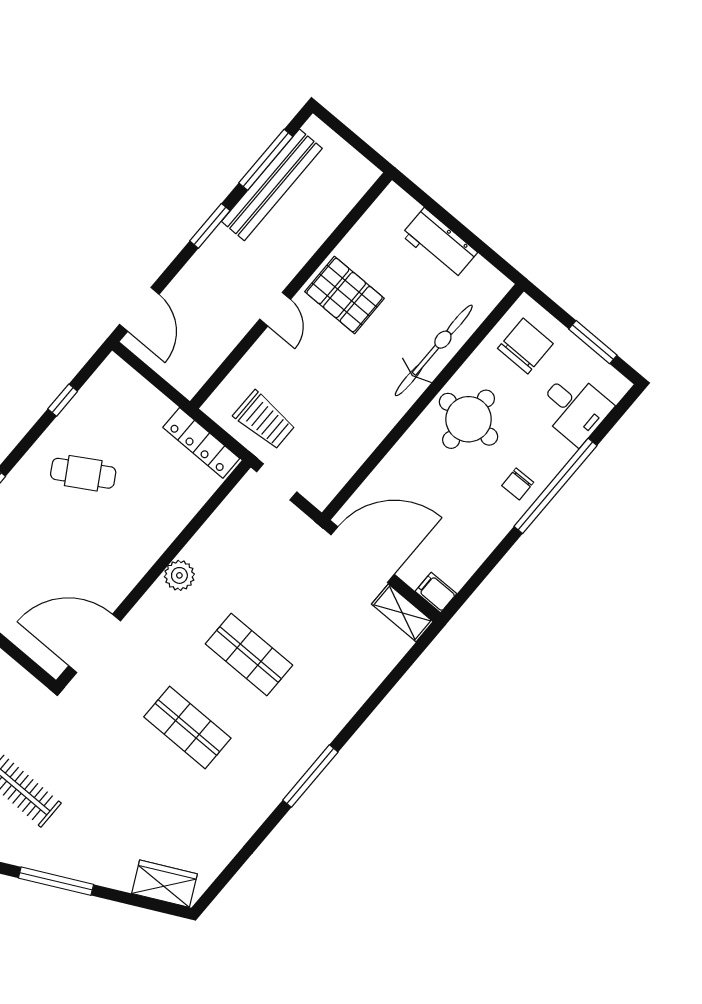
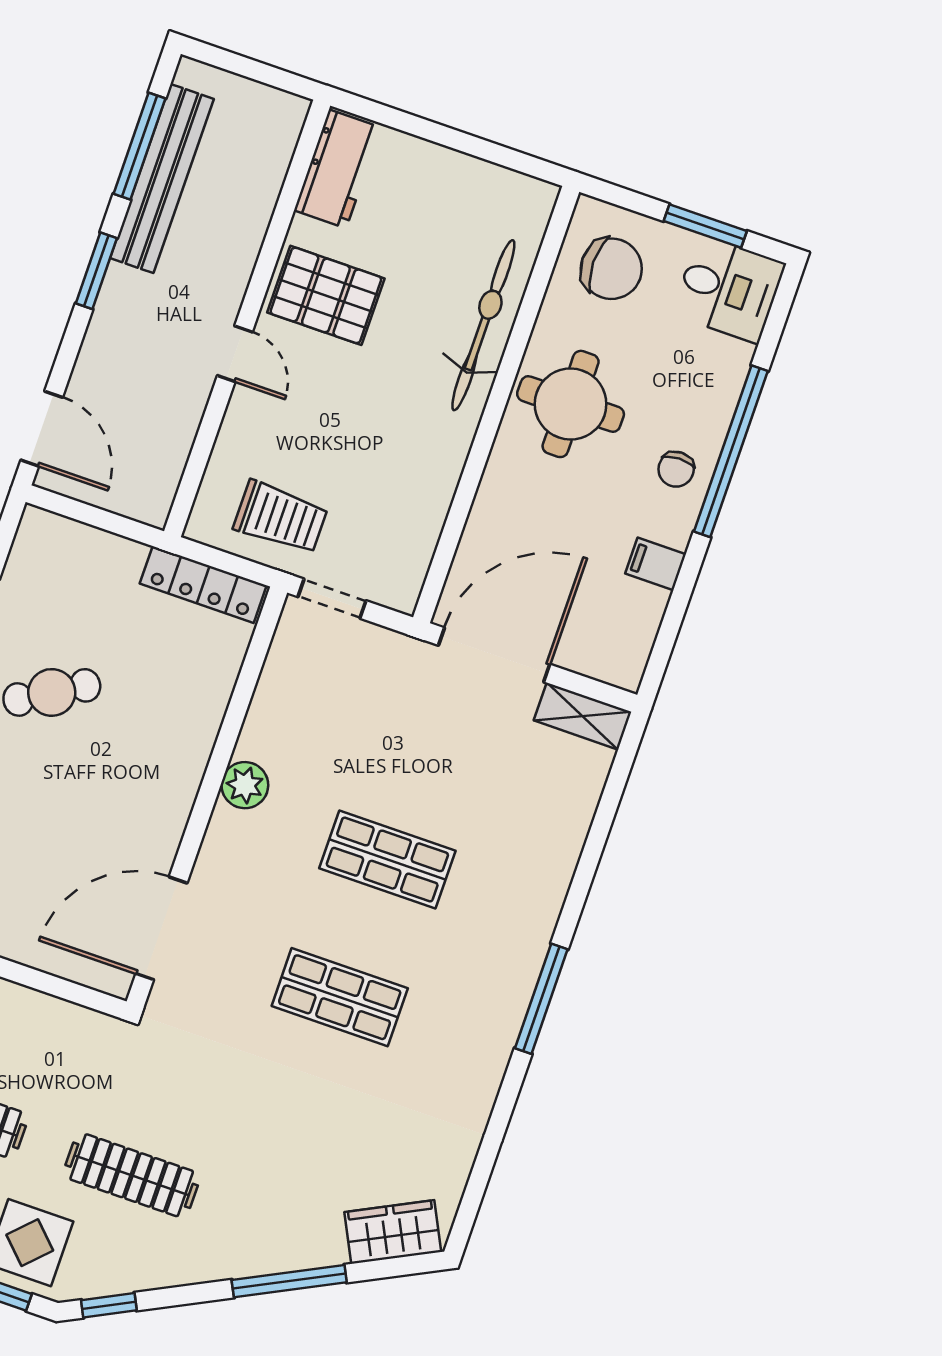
workbench: (439, 244) -> (337, 169), moved, turned -90
chair: (525, 346) -> (611, 269), turned 90
desk: (574, 408) -> (729, 289), moved
filing cabinet: (436, 592) -> (656, 564), moved
window: (56, 881) -> (289, 1281), moved

